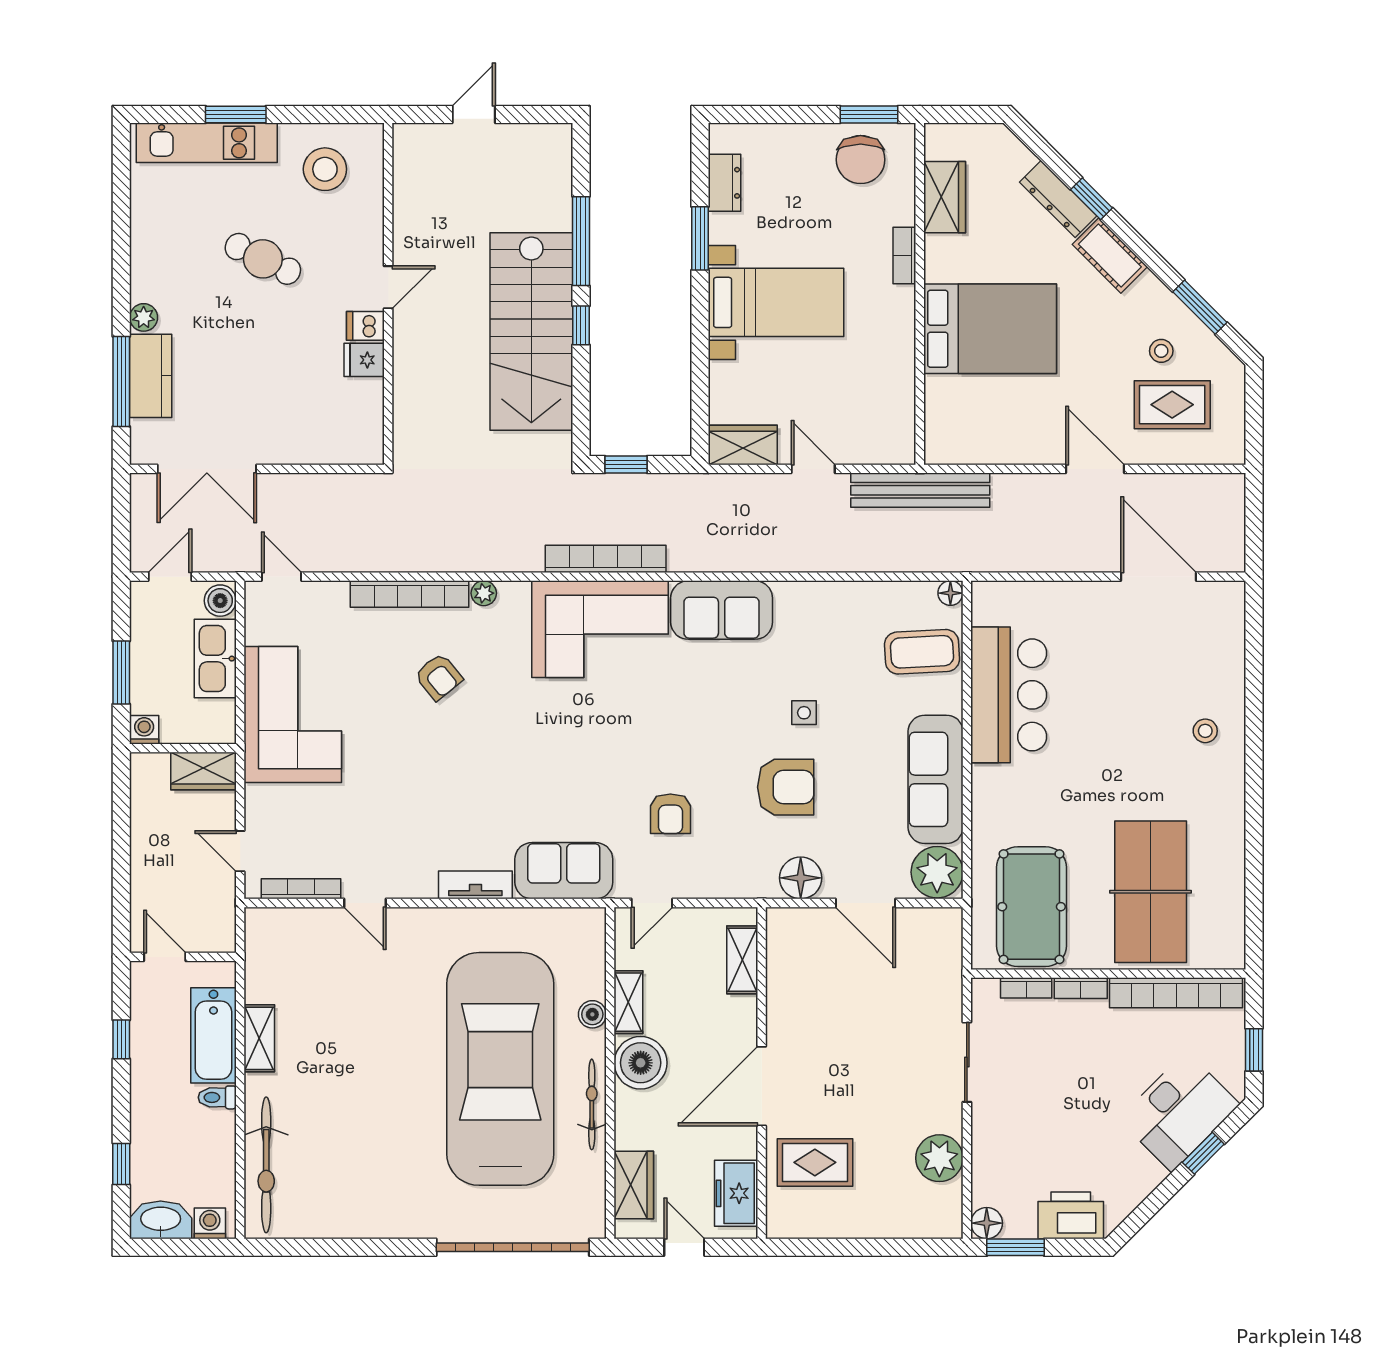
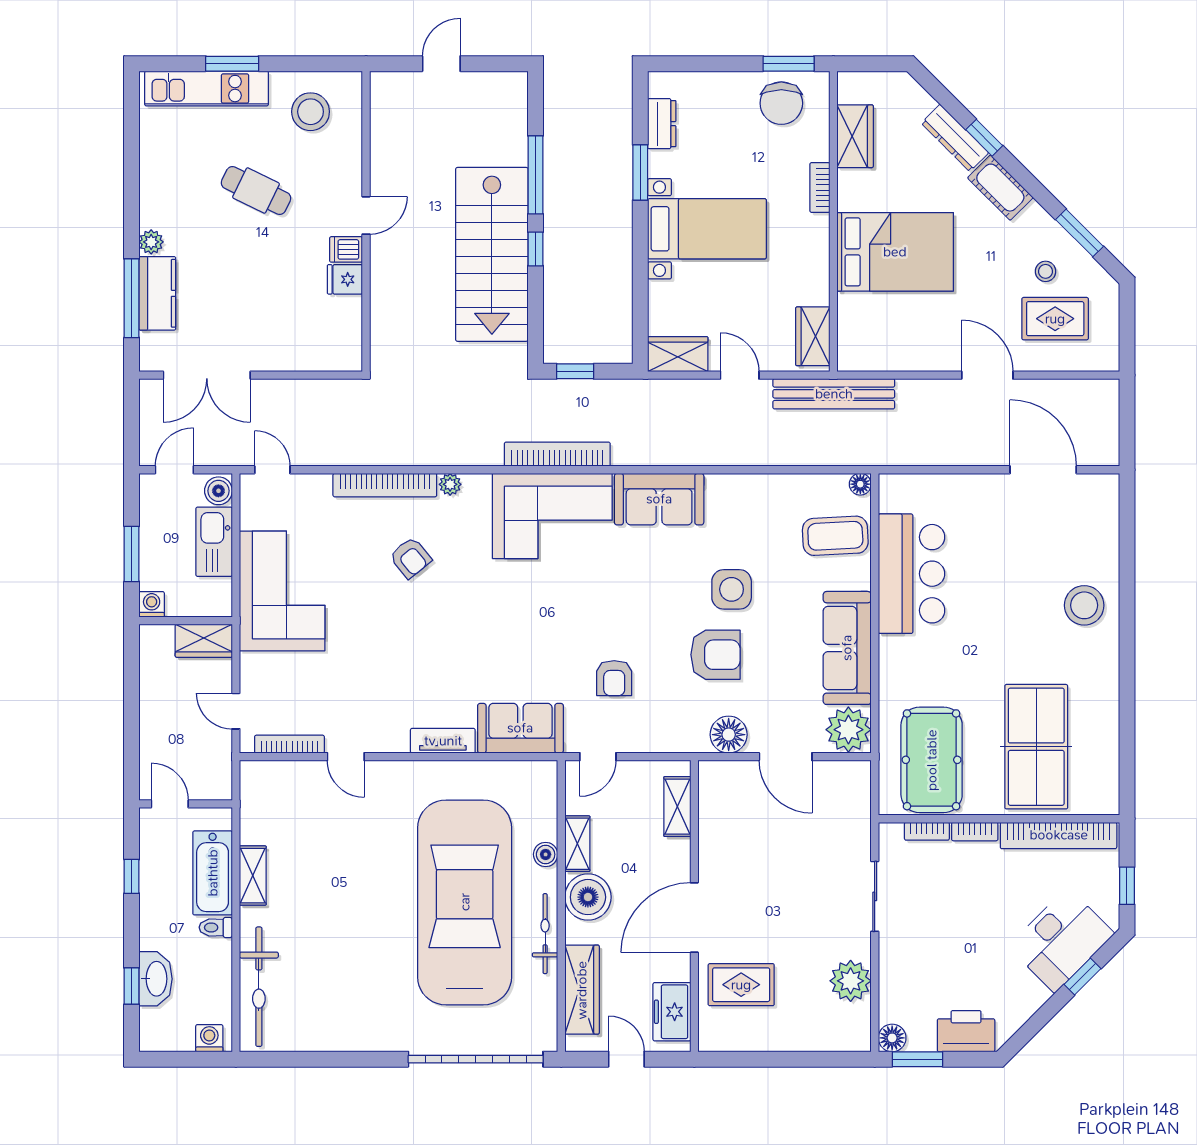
wardrobe: (896, 425) -> (813, 336), added
side table: (804, 713) -> (732, 589), width x1.87, depth x1.87
stool: (1205, 731) -> (1084, 605), width x1.89, depth x1.89
wardrobe: (634, 1185) -> (582, 990), width x1.50
washbasin: (161, 1220) -> (156, 979), moved, turned 90

